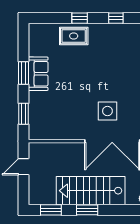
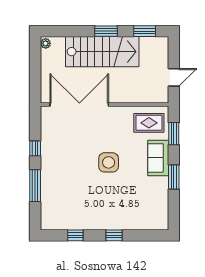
rug: (74, 36) -> (149, 123), moved
sofa: (38, 74) -> (158, 158), moved
side table: (107, 111) -> (109, 162), moved

